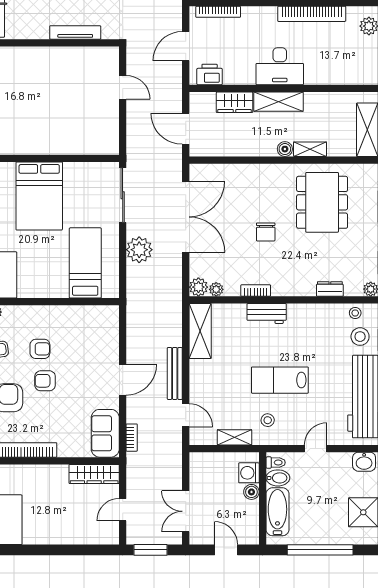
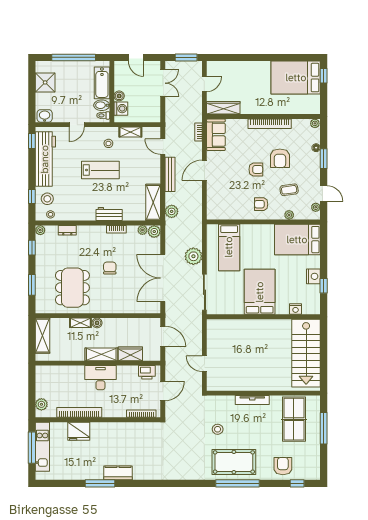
tv unit: (75, 32) -> (252, 400), moved
plant: (172, 318) -> (172, 211), added
armchair: (40, 349) -> (261, 204), moved

